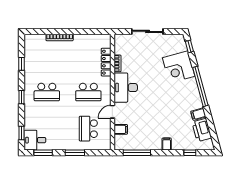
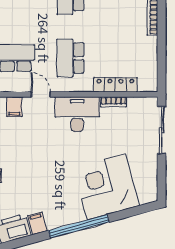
sliding door: (147, 31) -> (162, 130), moved
window: (189, 46) -> (139, 210), removed
corner desk: (179, 67) -> (106, 187), width x1.36, depth x1.36

